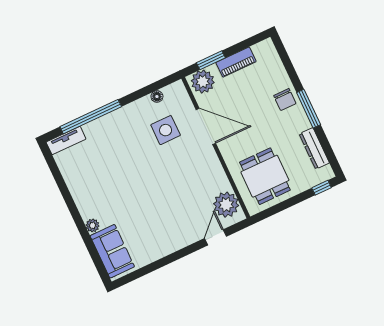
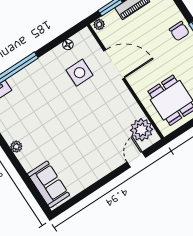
plant: (203, 82) -> (99, 24), width x0.53, depth x0.53
plant: (93, 225) -> (16, 147), moved

